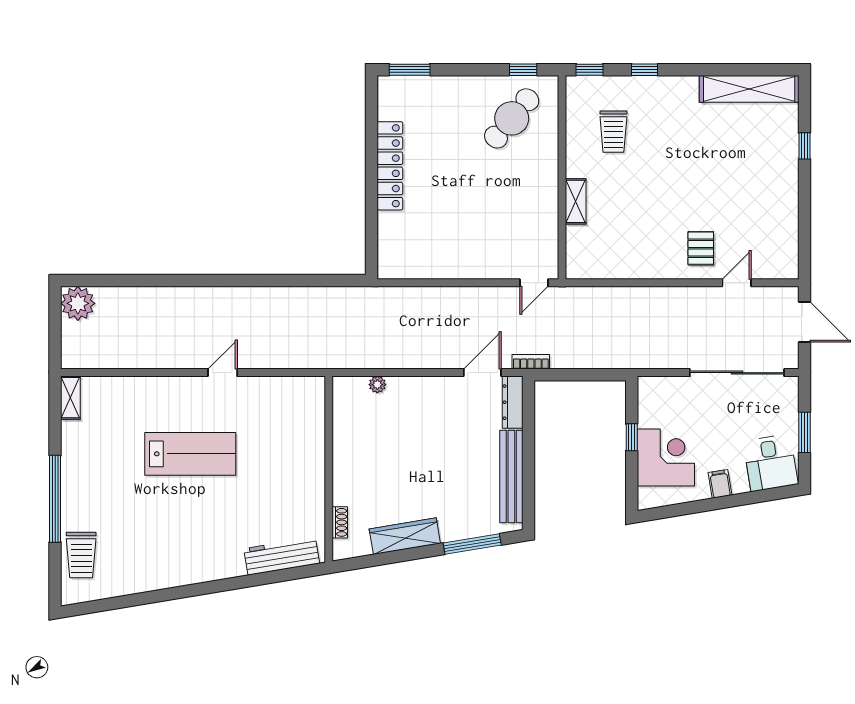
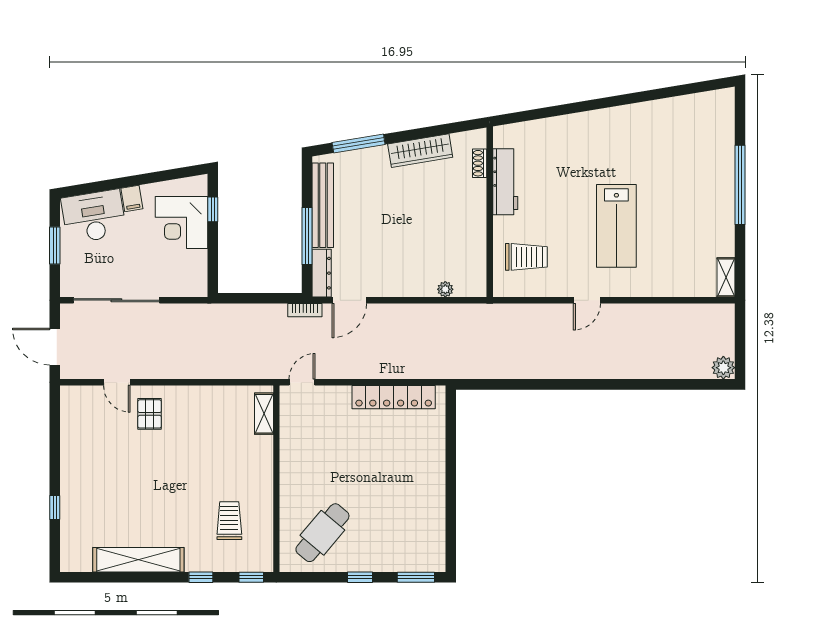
window: (523, 70) -> (360, 577), moved
shelving: (749, 89) -> (138, 560), moved
locker: (390, 166) -> (394, 397), moved, turned -90
shelving: (576, 201) -> (264, 414), moved
door: (737, 283) -> (117, 382), hinge flipped
plant: (78, 303) -> (723, 368), width x0.73, depth x0.73
window: (632, 437) -> (213, 209), moved
window: (528, 443) -> (307, 236), added
lab bench: (190, 454) -> (616, 226), turned -90
desk: (771, 463) -> (94, 216), width x1.37
trolley: (81, 555) -> (526, 257), moved, turned 90
workbench: (282, 556) -> (505, 182), moved, turned -81

